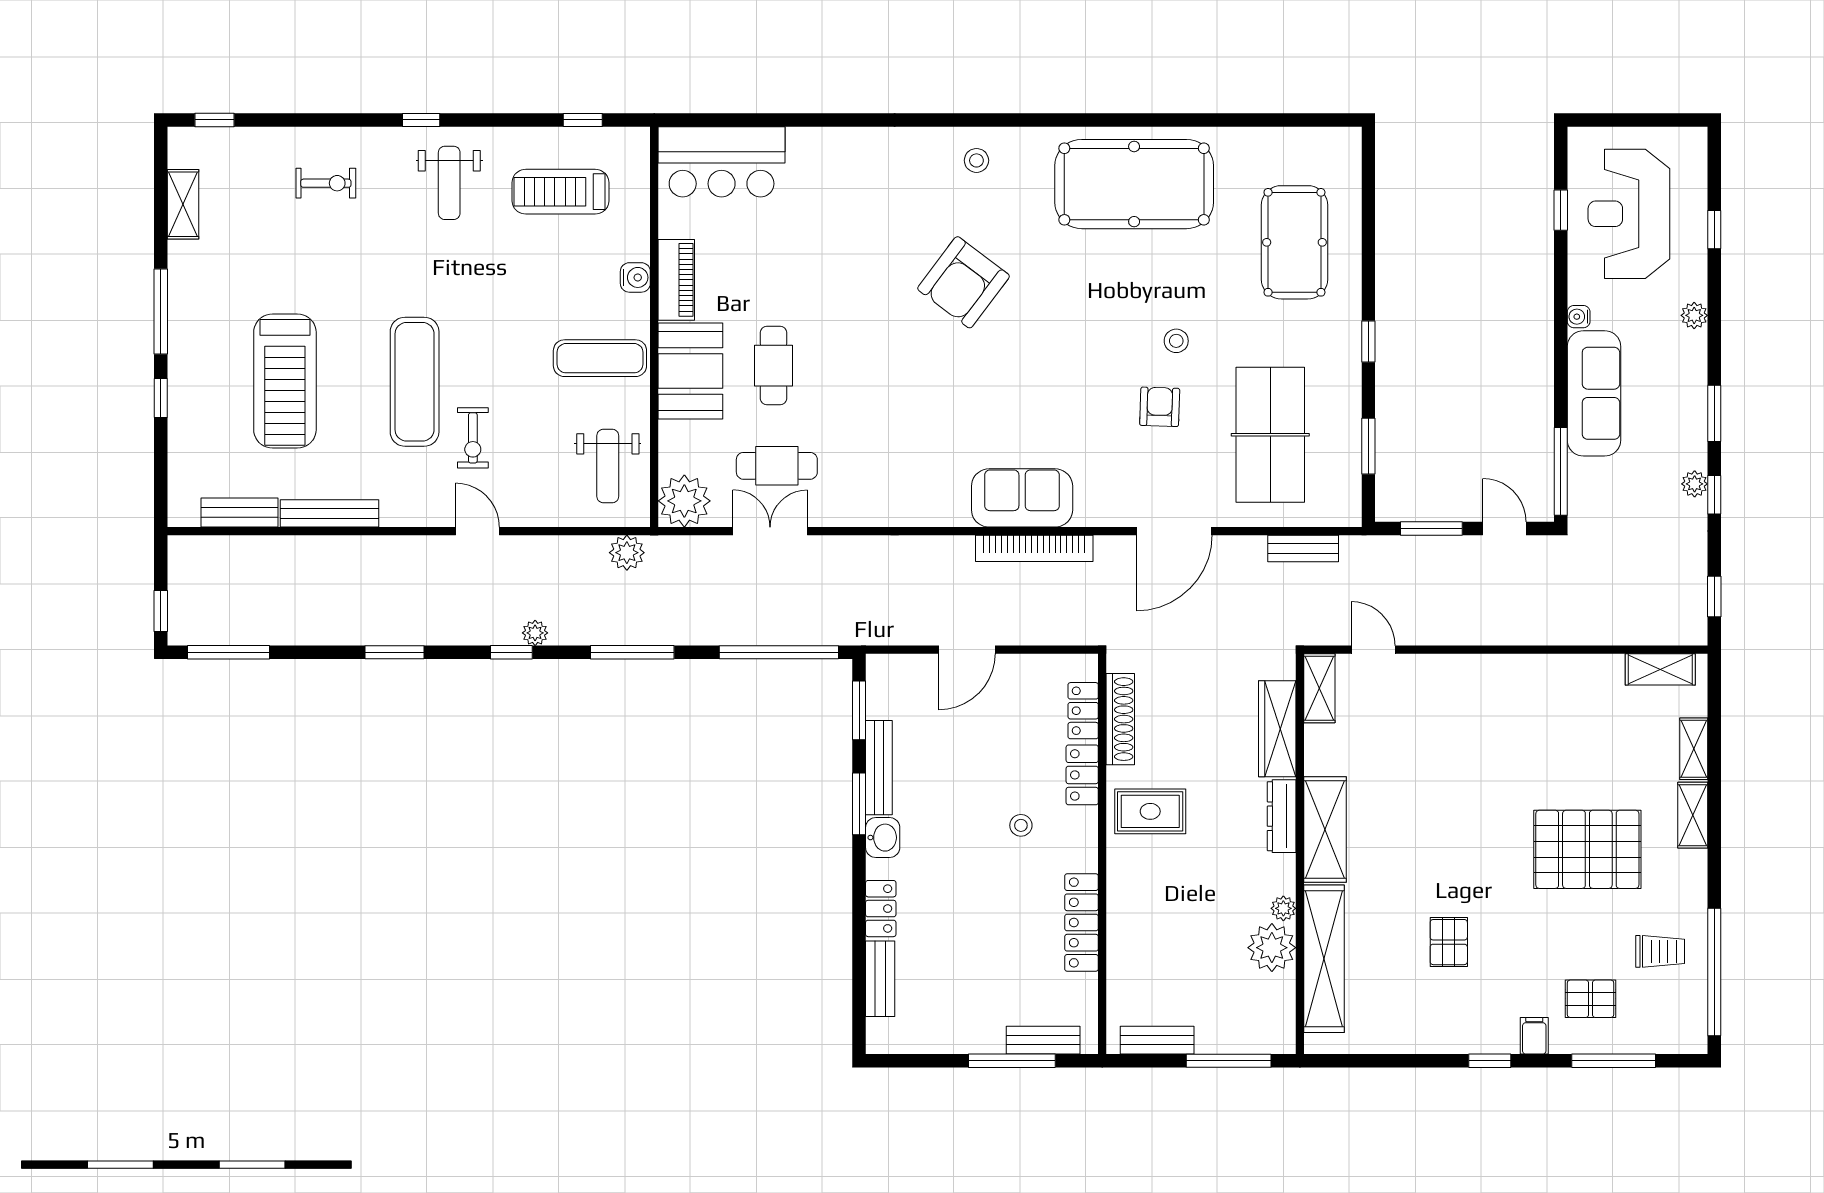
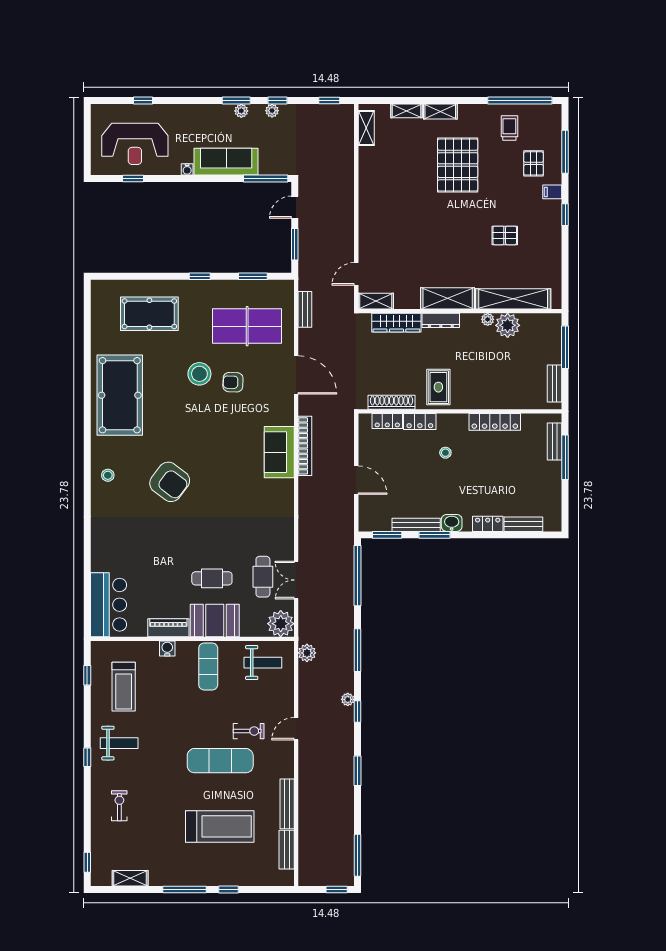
plant: (1694, 315) -> (241, 111), moved
stool: (1176, 341) -> (199, 374), width x1.89, depth x1.89

